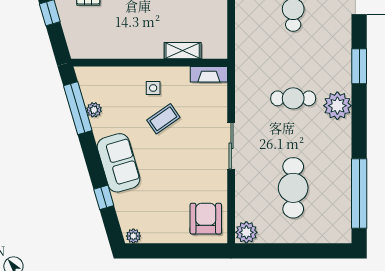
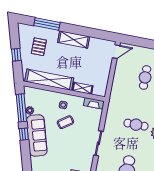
shelving: (119, 47) -> (49, 80), added
sofa: (119, 163) -> (37, 135), width x1.36
window: (104, 197) -> (24, 134), moved

